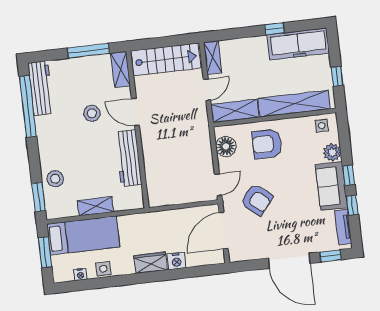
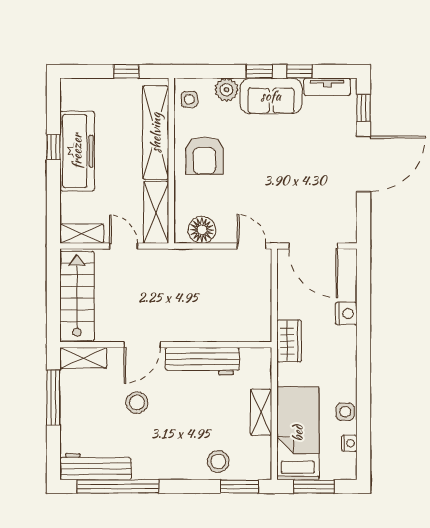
freezer: (298, 44) -> (77, 151), moved
armchair: (267, 144) -> (204, 156), moved
armchair: (257, 200) -> (277, 197), removed
wardrobe: (151, 263) -> (289, 341), moved, turned 180

